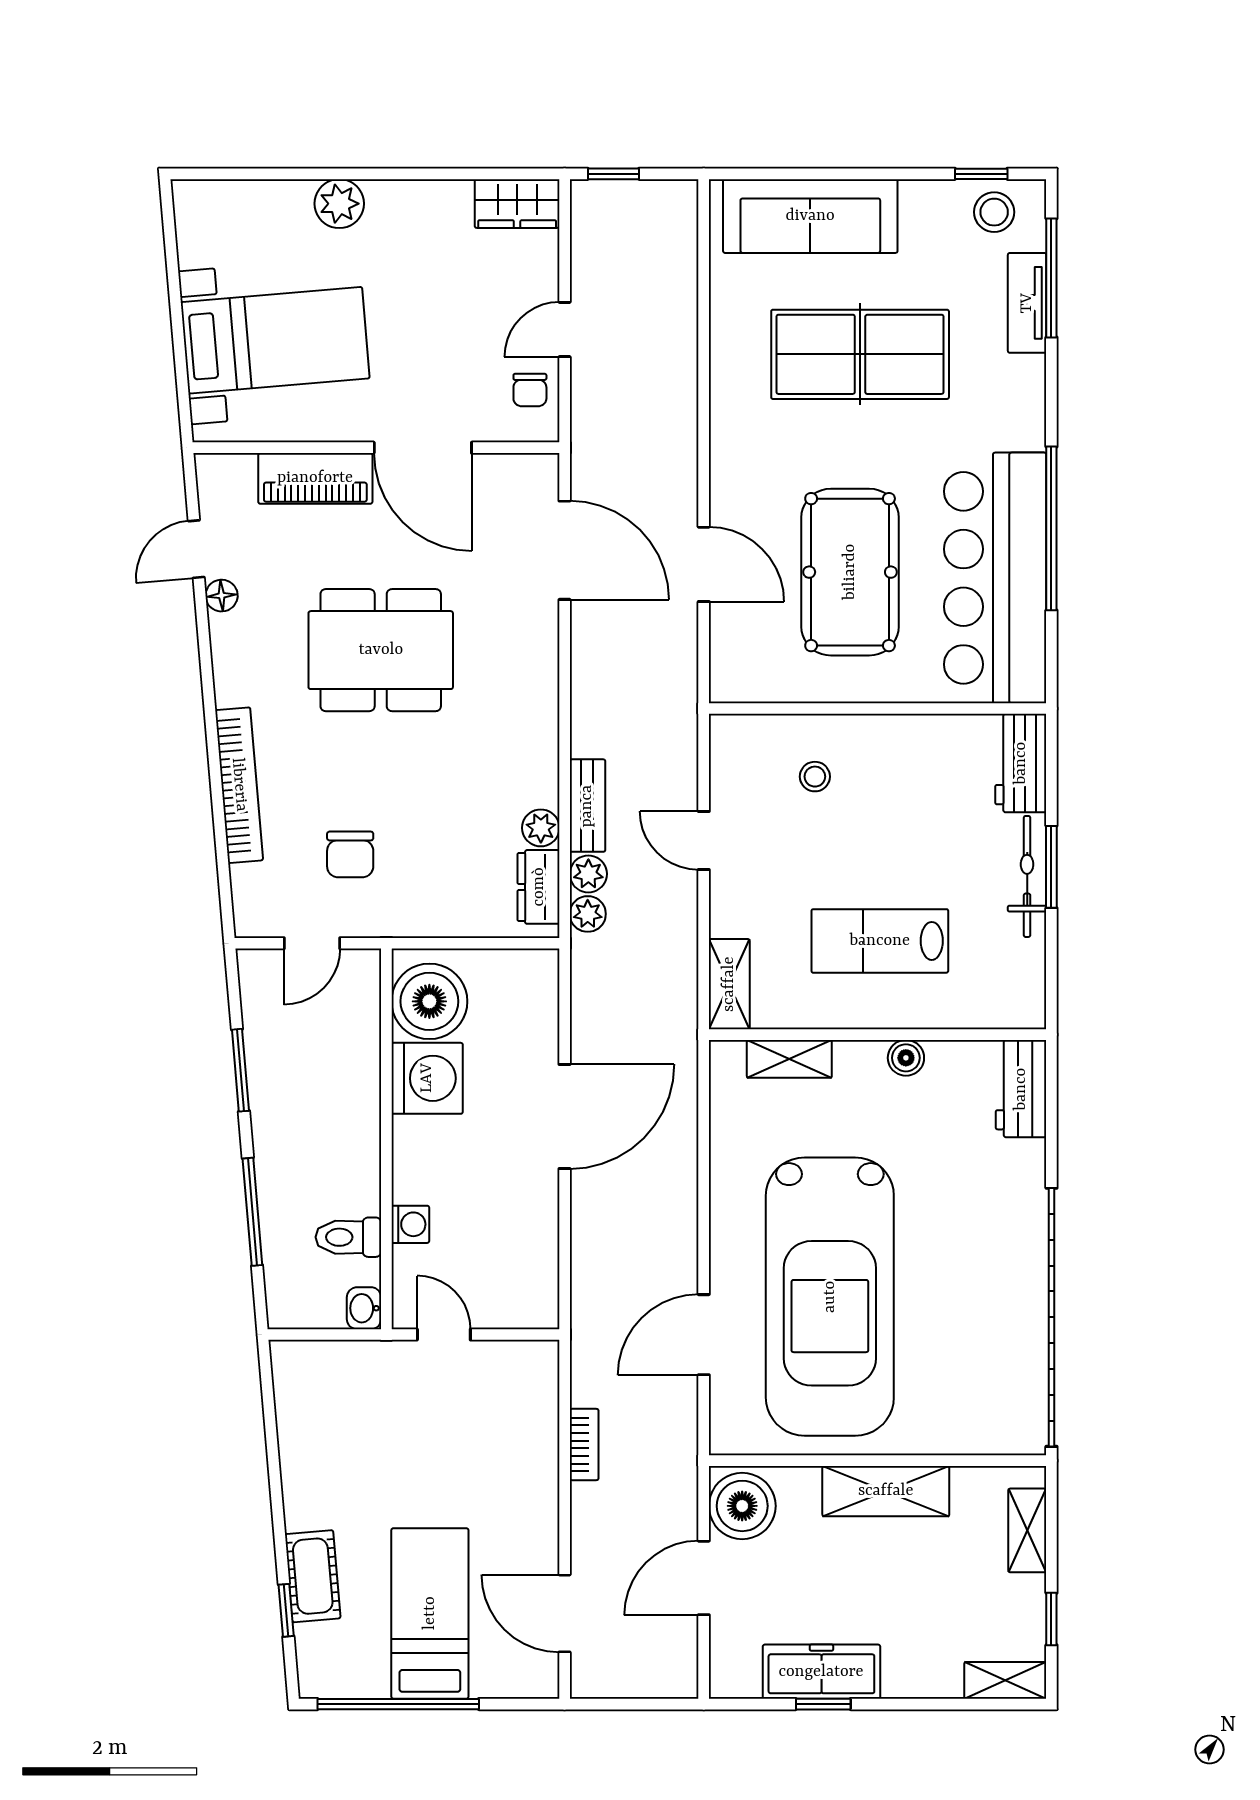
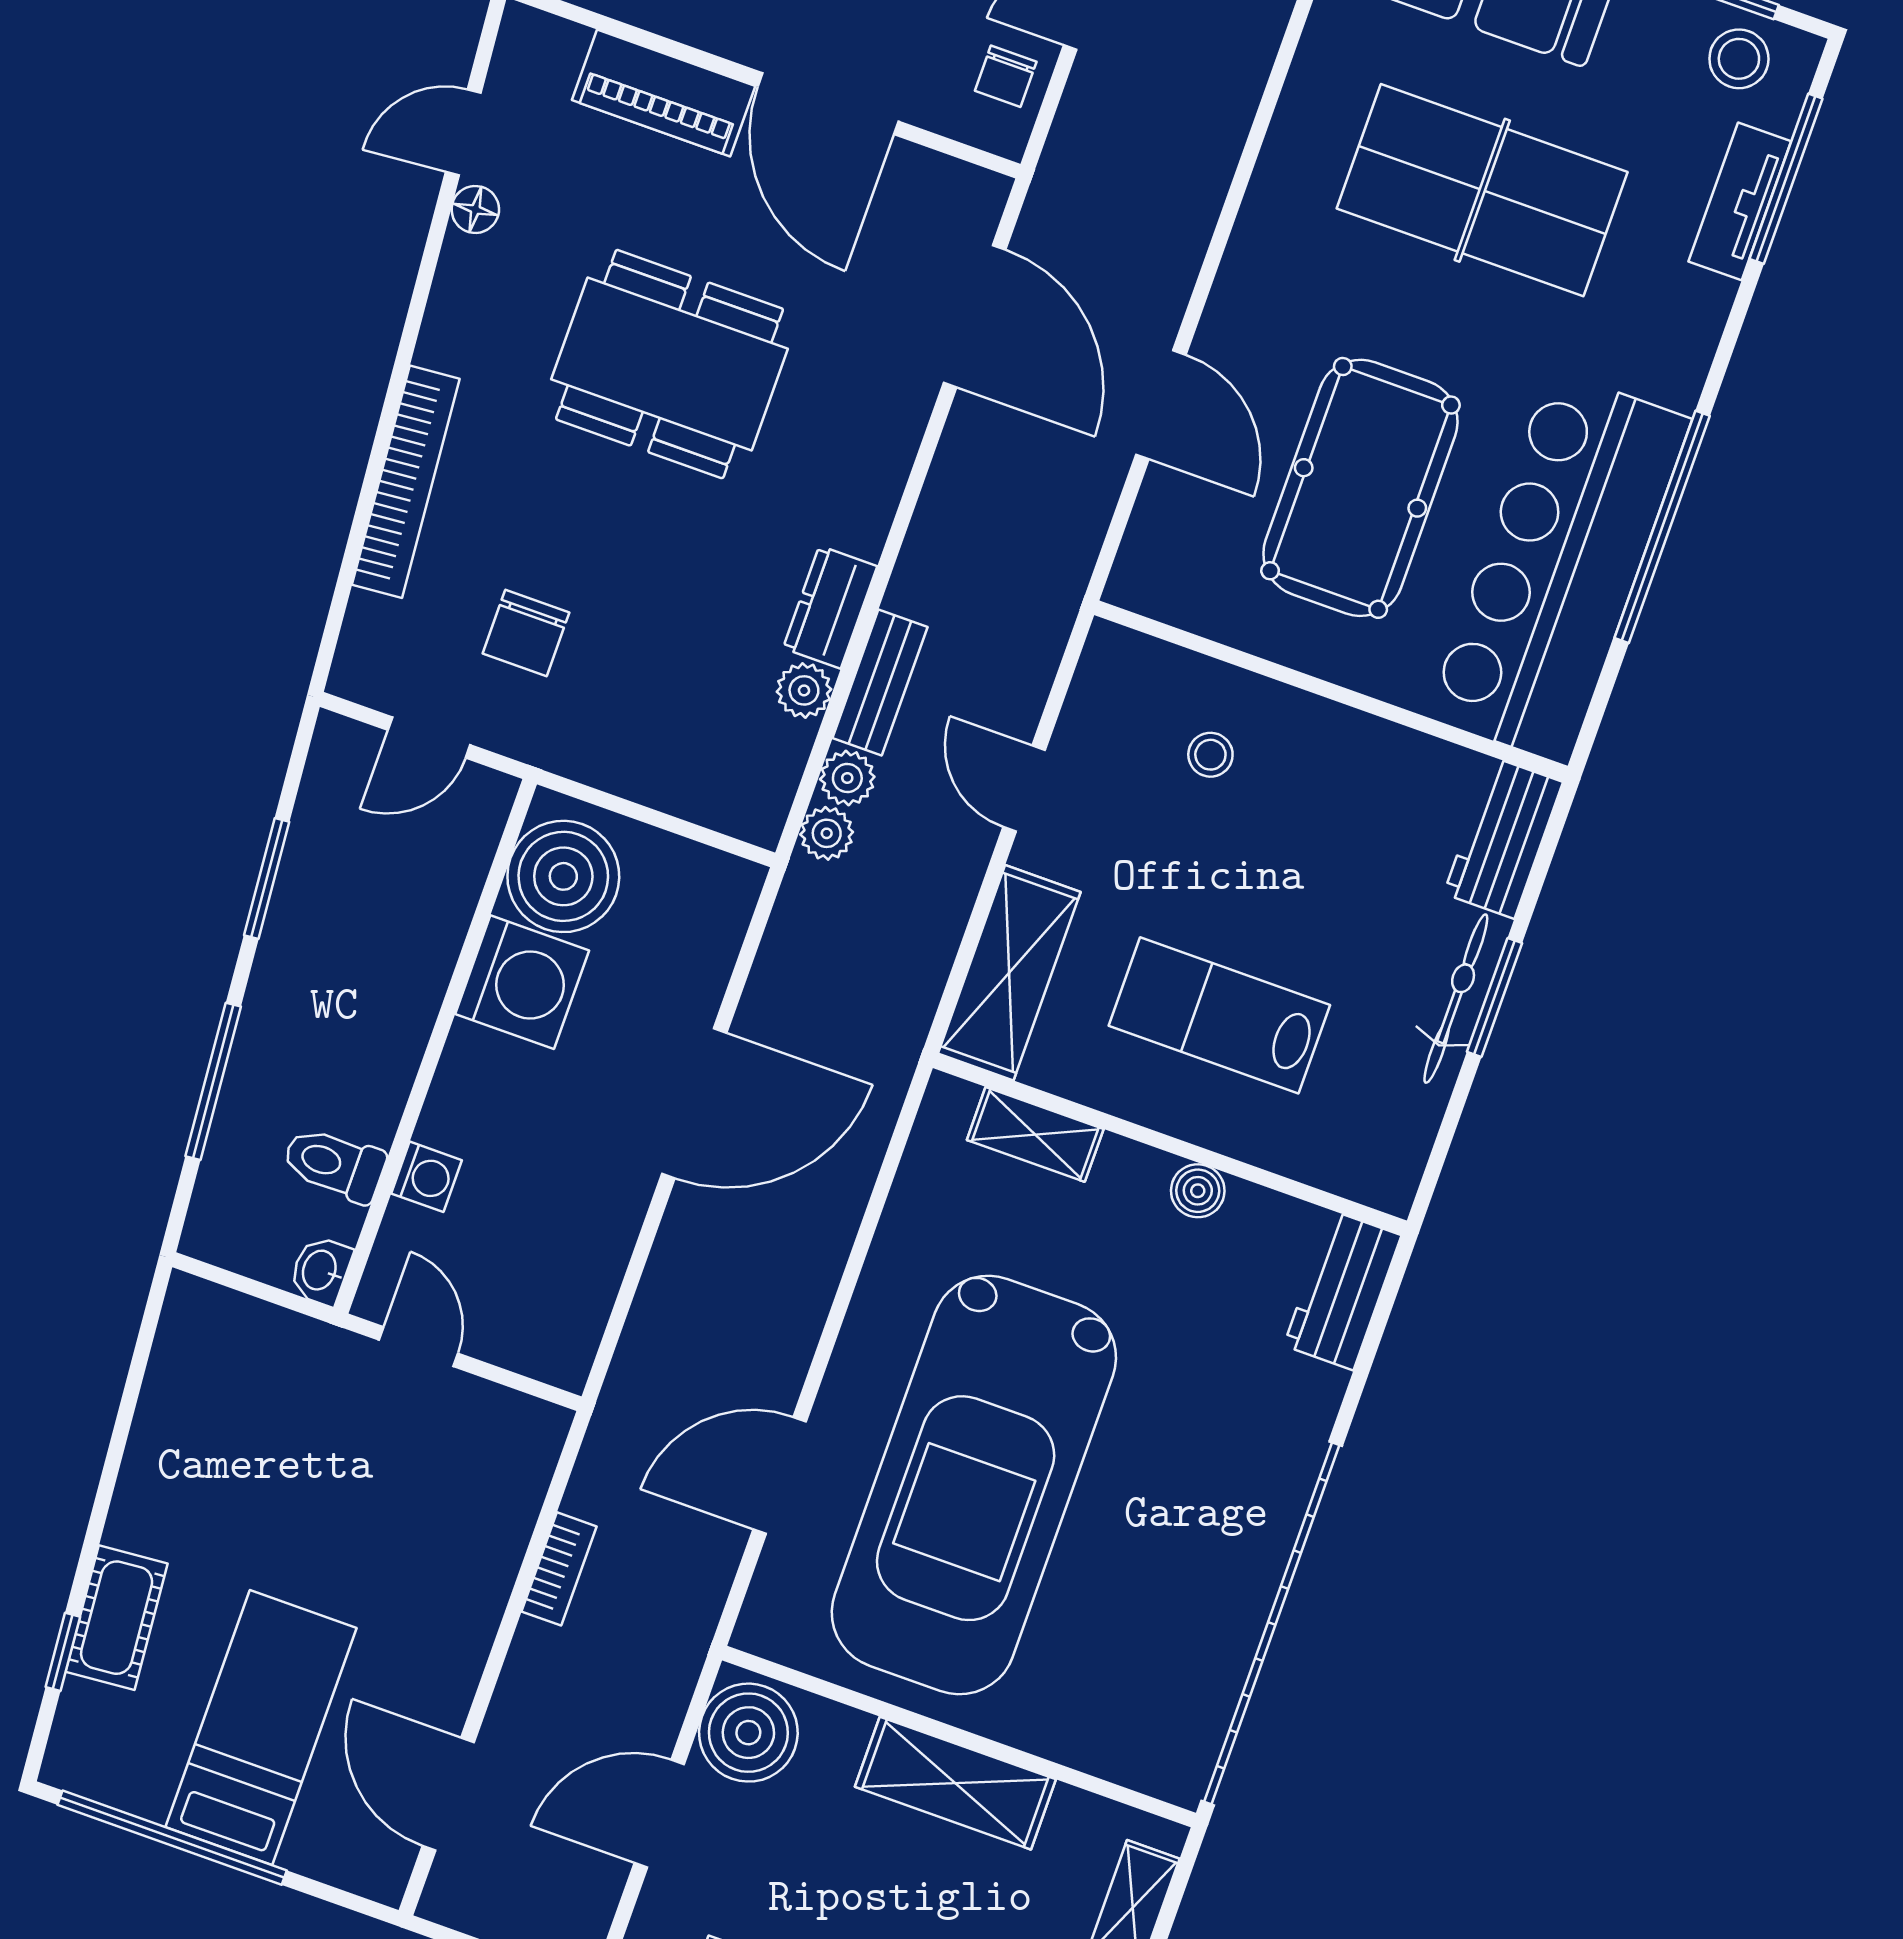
dresser: (539, 887) -> (830, 607), moved
shelving: (729, 984) -> (1009, 973), width x1.50, depth x1.33

